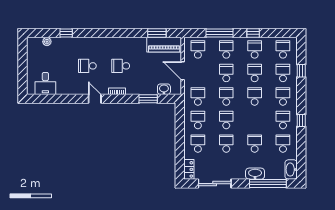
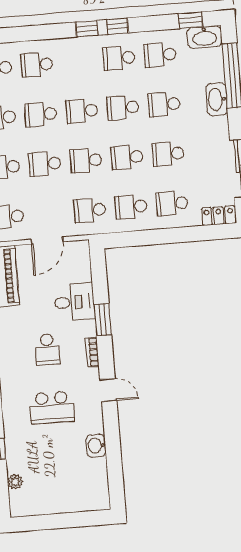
school desk: (87, 66) -> (52, 408), width x1.85
window: (301, 71) -> (87, 29), moved
desk: (45, 83) -> (74, 302), moved
washbasin: (164, 89) -> (96, 446), moved
school desk: (283, 97) -> (123, 108), moved
door: (95, 99) -> (108, 390), swing flipped
window: (148, 99) -> (103, 319), moved
window: (301, 162) -> (190, 20), added

